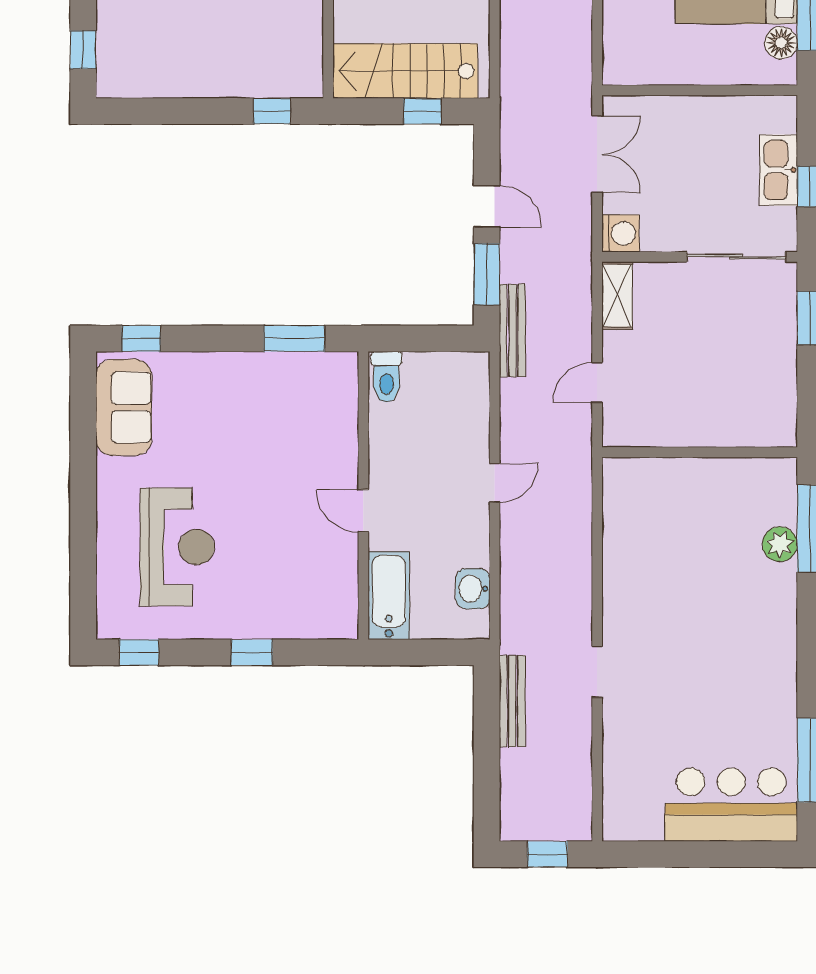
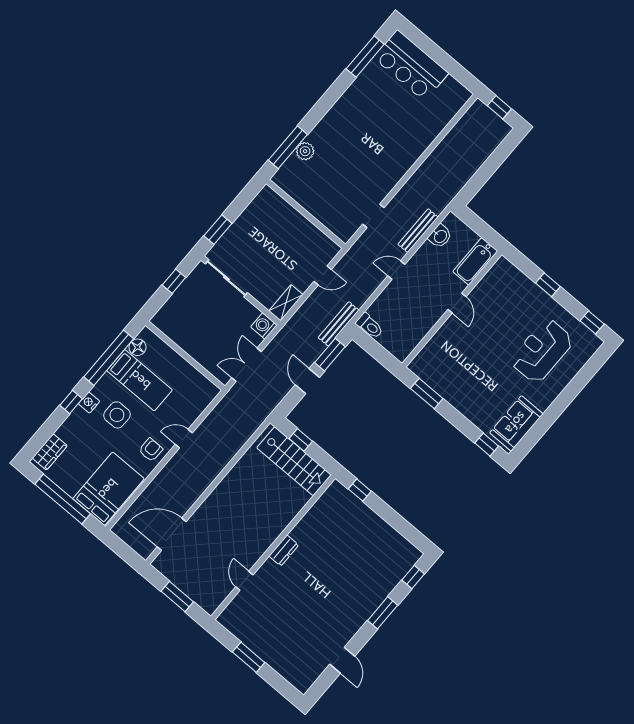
kitchen sink: (779, 170) -> (181, 298), removed
toilet: (387, 377) -> (370, 326), moved, turned 90
doorway: (597, 672) -> (373, 216), moved
bench: (512, 701) -> (418, 231), moved

